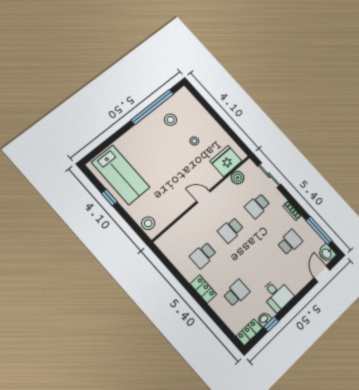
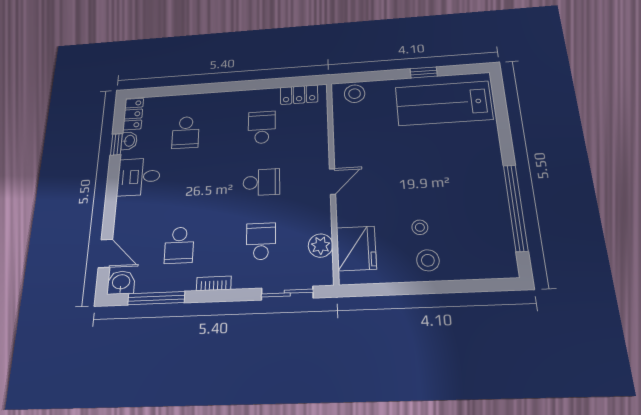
stool: (170, 120) -> (428, 260), moved
school desk: (231, 230) -> (261, 182), turned 90
locker: (203, 289) -> (299, 95), moved

